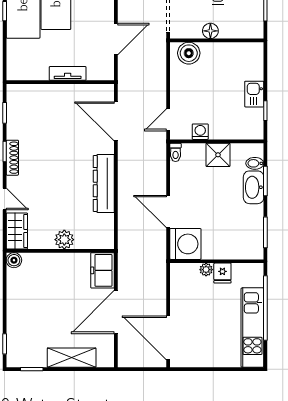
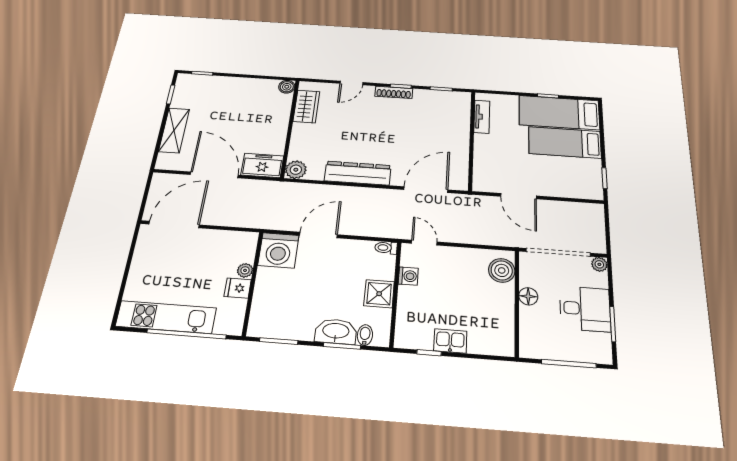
tv unit: (68, 73) -> (482, 117), moved
wardrobe: (17, 231) -> (306, 107), moved, turned -90
plant: (64, 240) -> (296, 170), moved

